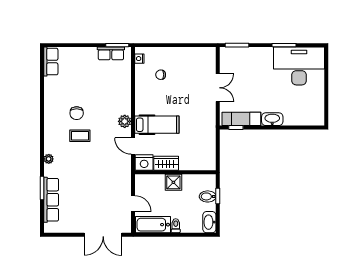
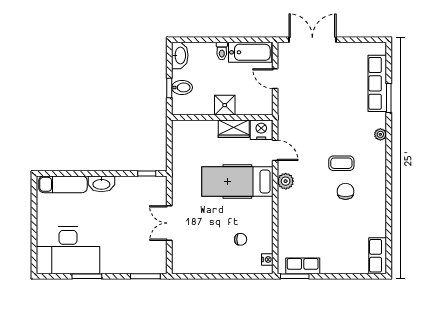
exam couch: (241, 119) -> (63, 184), moved
hospital bed: (157, 125) -> (237, 182), width x1.37, depth x1.29

